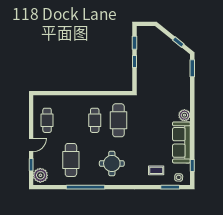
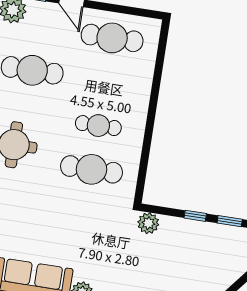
plant: (142, 86) -> (148, 223), added
cafe table: (47, 120) -> (112, 38), width x1.37, depth x1.35

